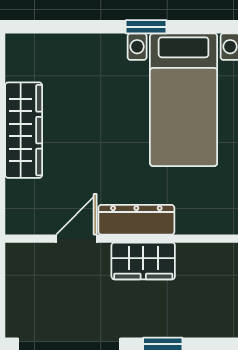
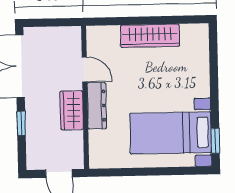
window: (146, 27) -> (215, 141), moved

